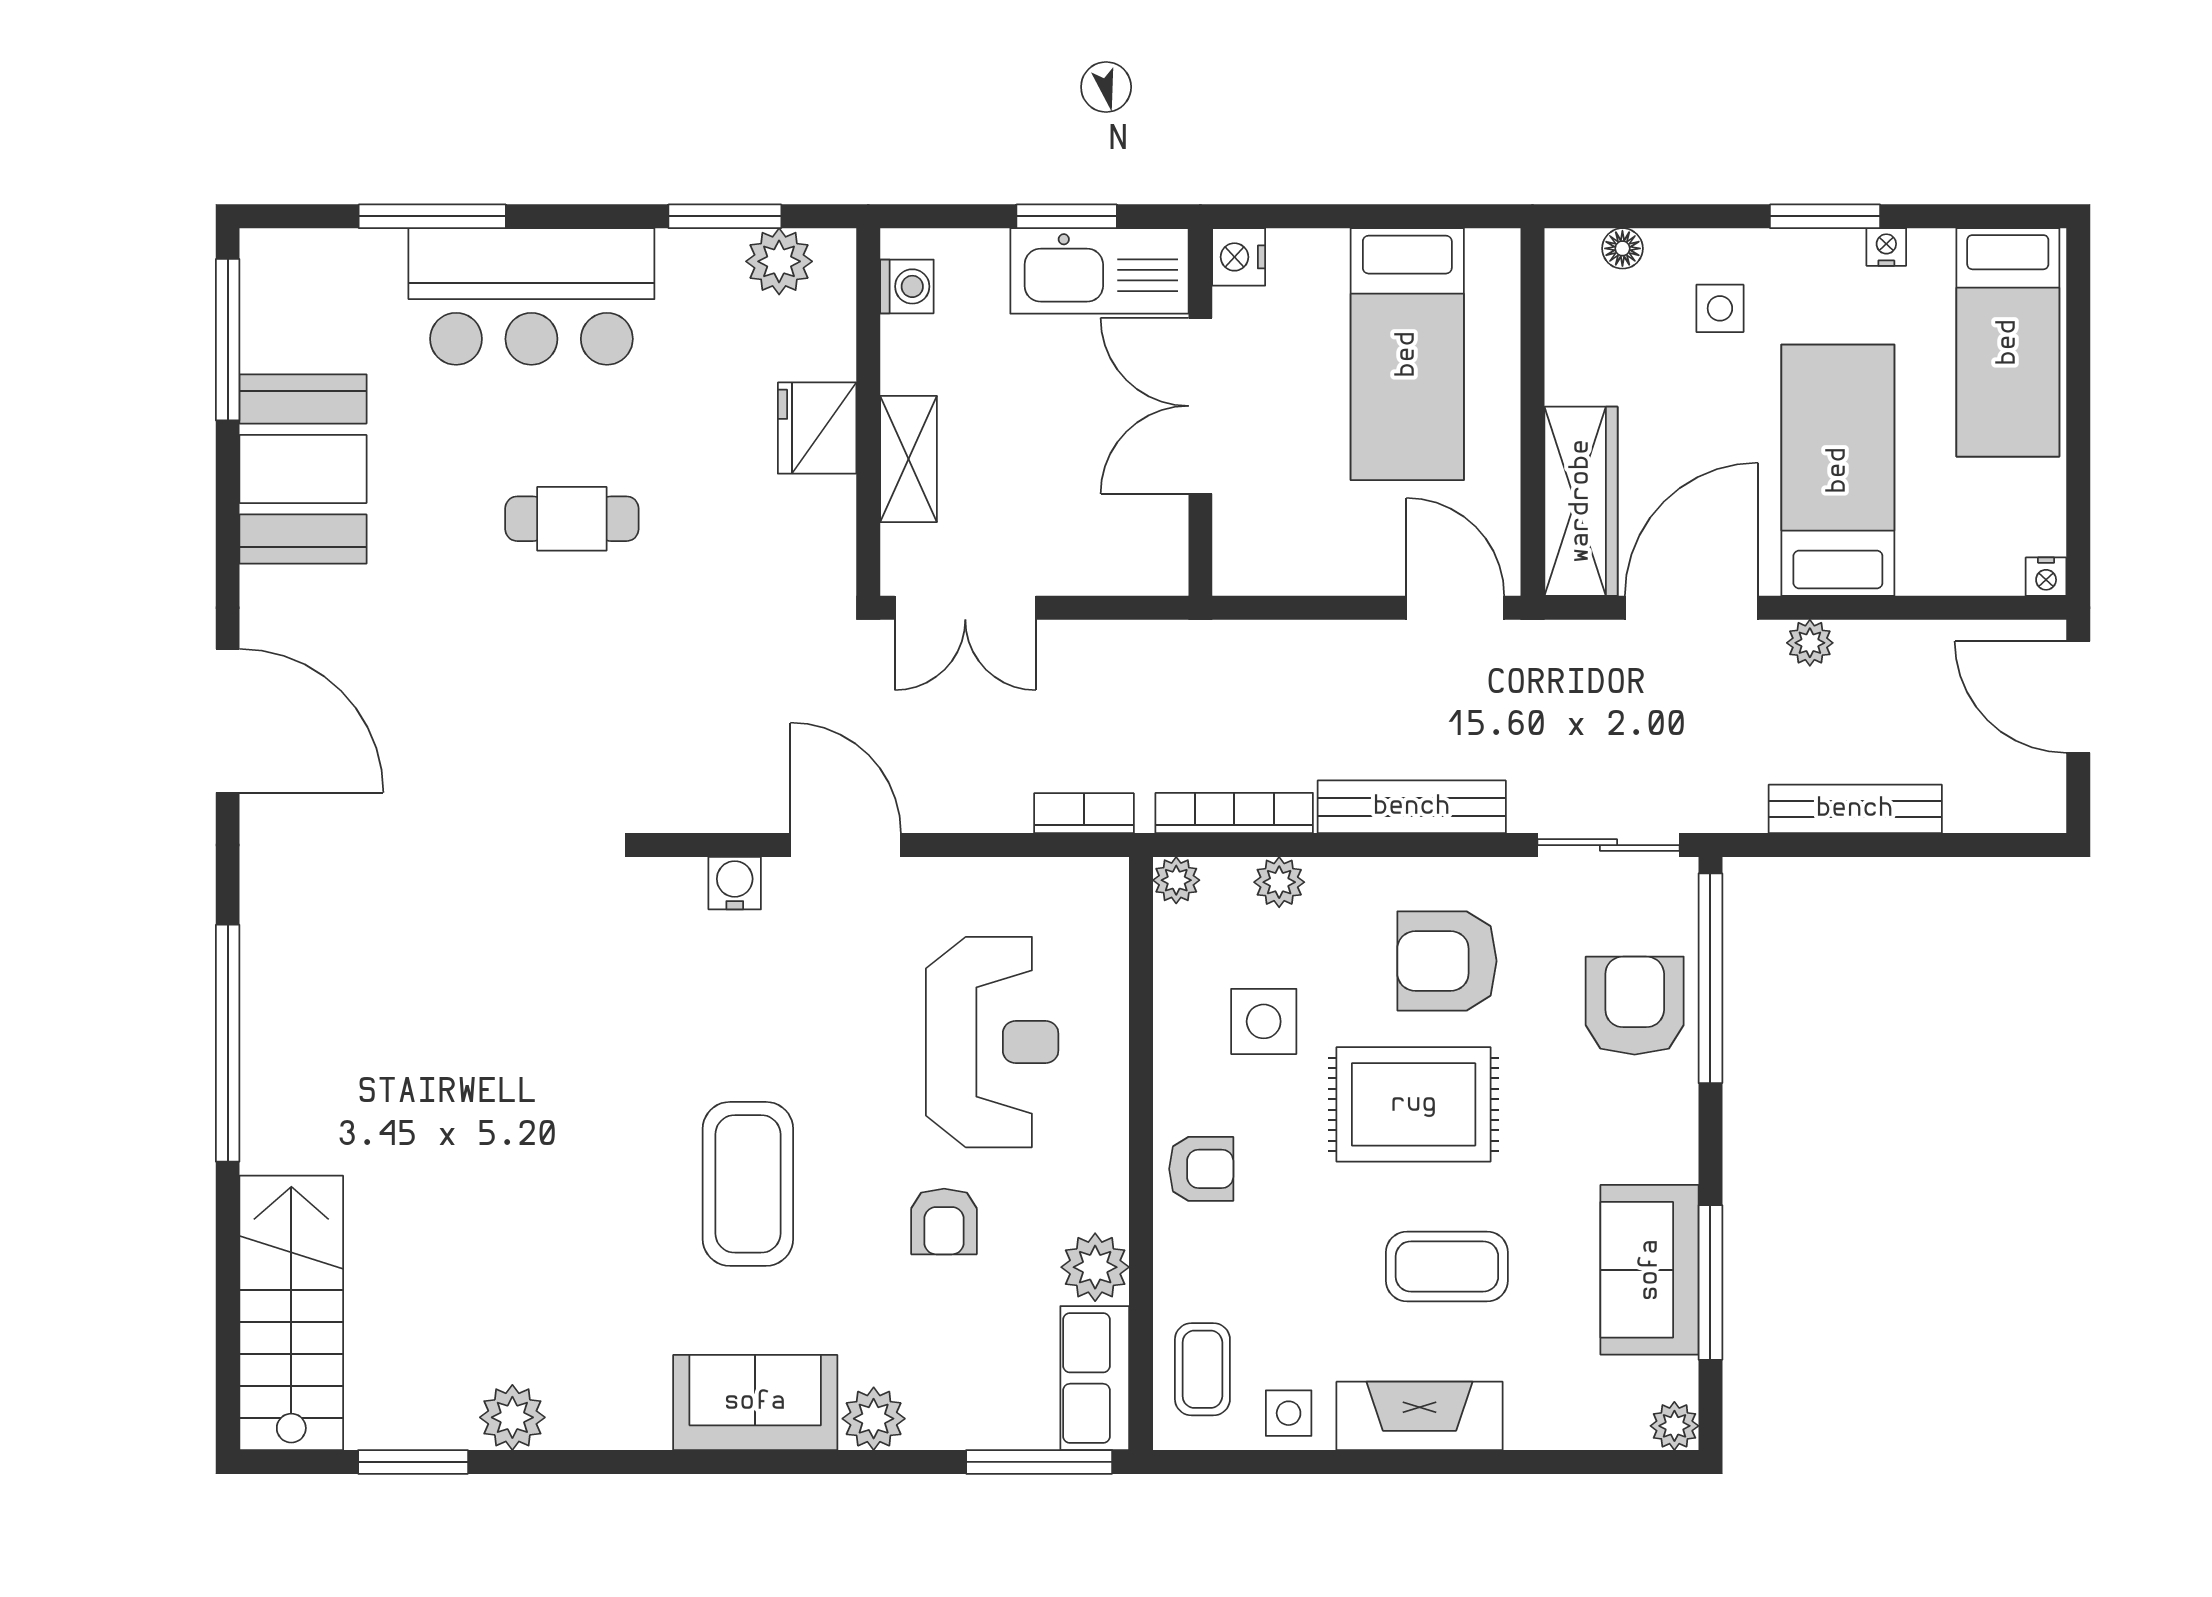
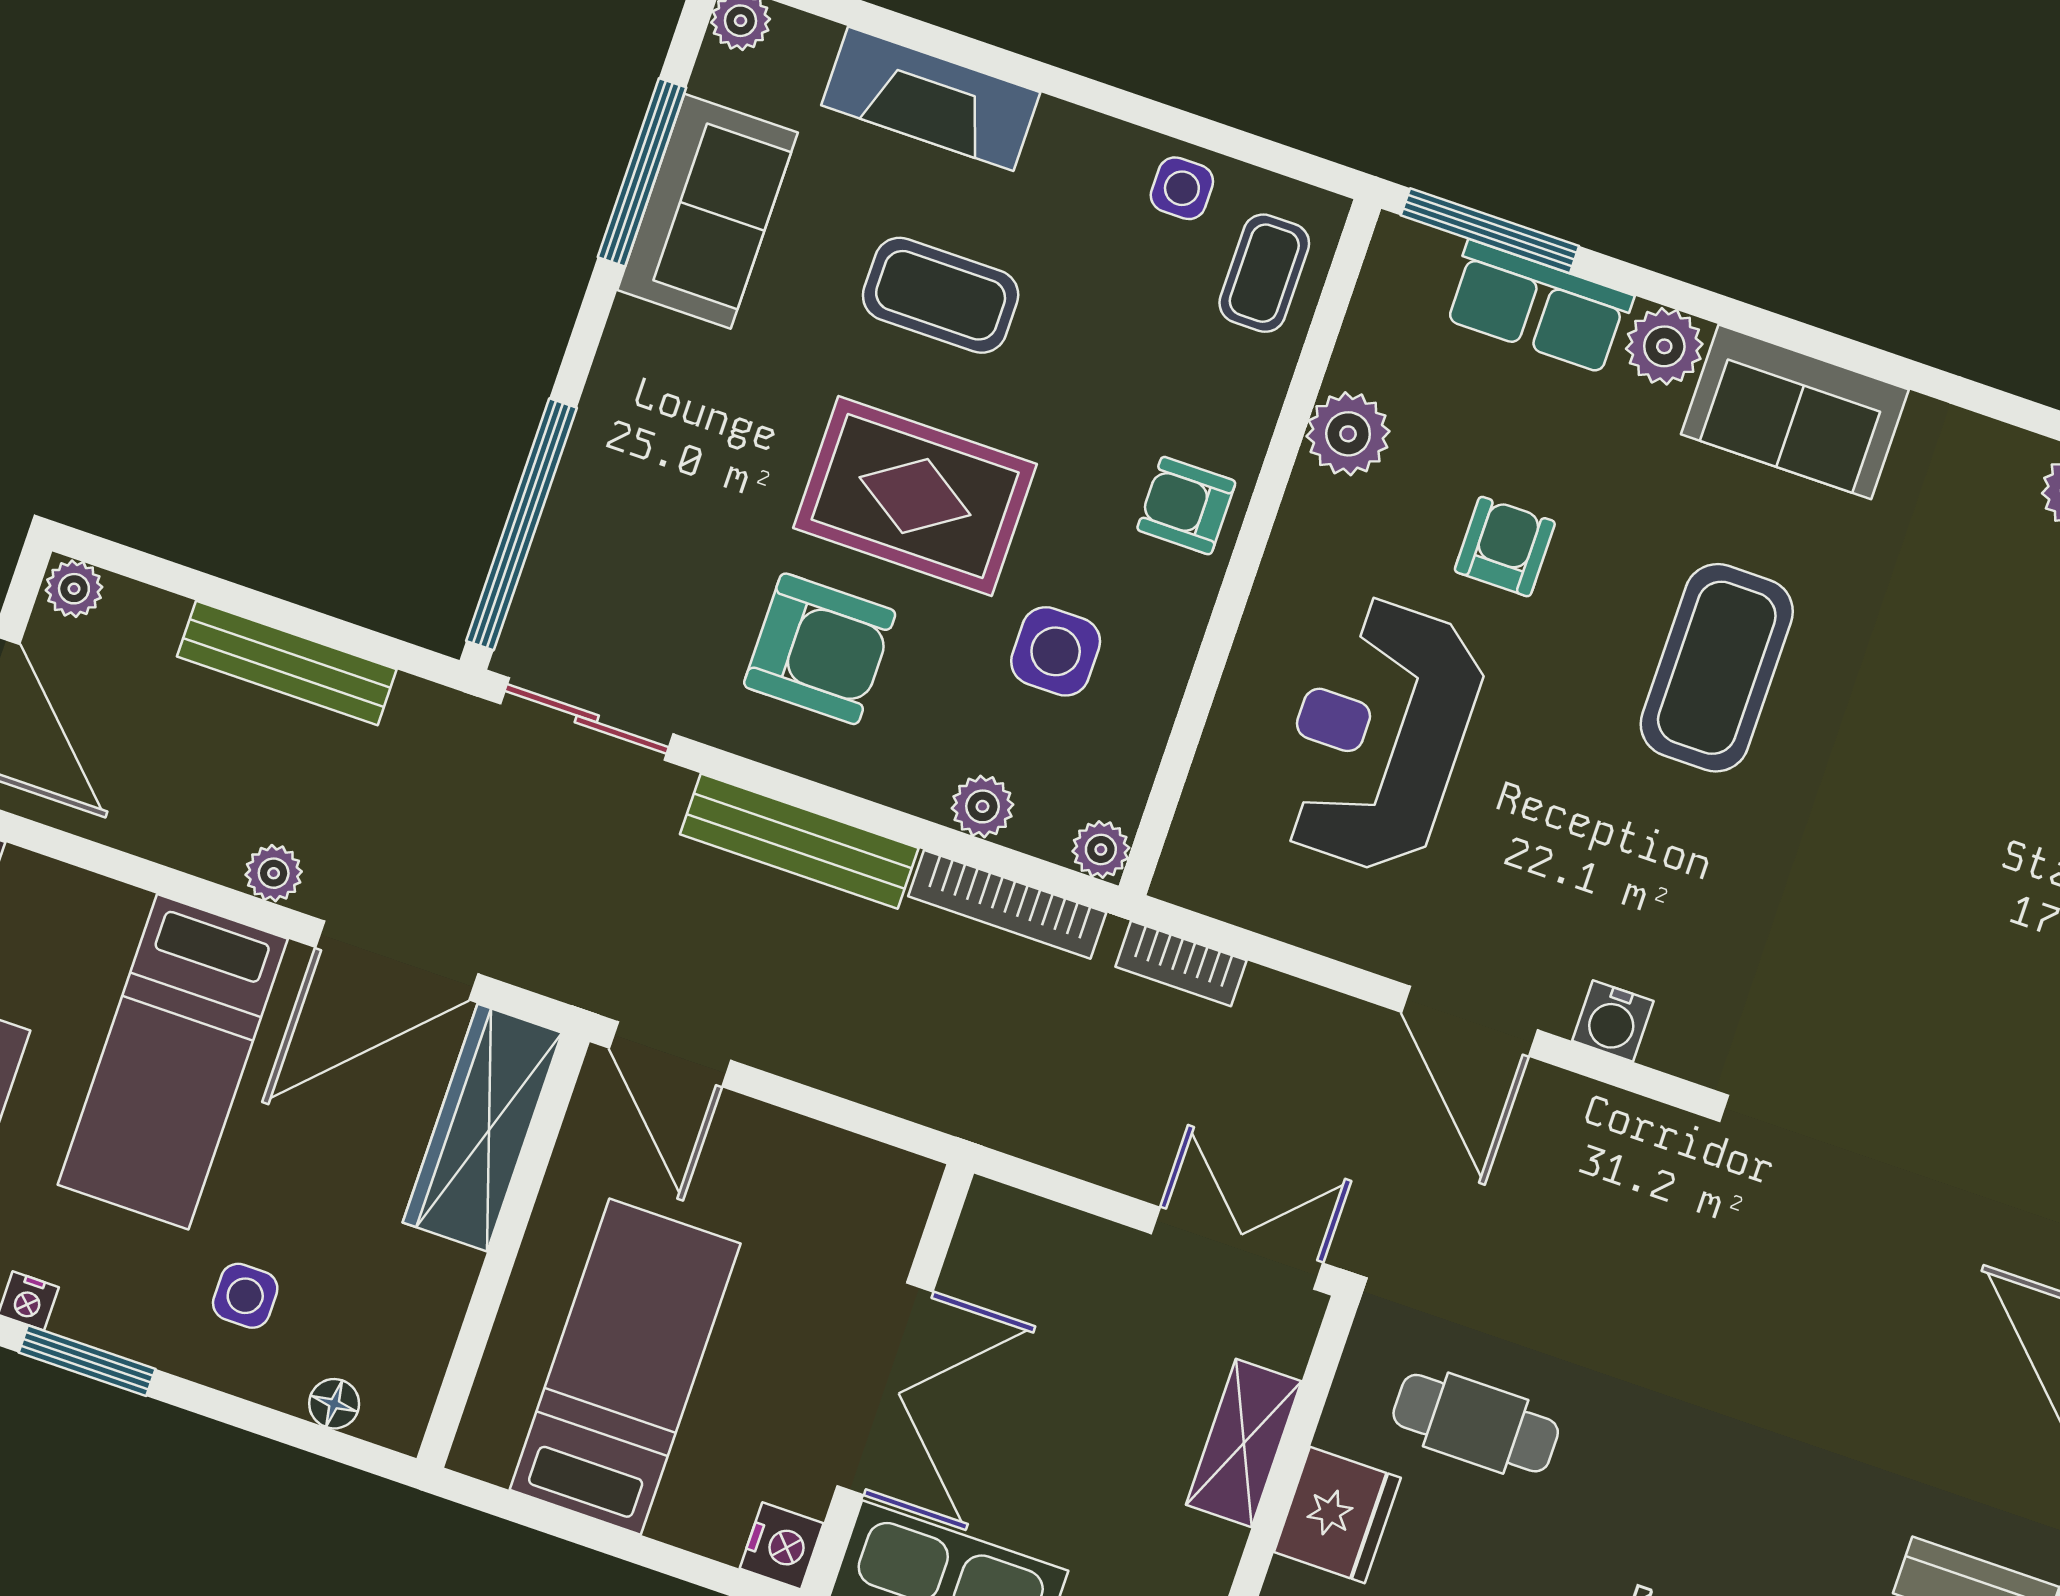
cafe table: (572, 519) -> (1476, 1423), moved
plant: (2040, 810) -> (74, 589), added
armchair: (1635, 1006) -> (620, 523), removed
row of seats: (1095, 1378) -> (1538, 307), moved, turned 90
fireplace: (1420, 1416) -> (931, 99), moved

